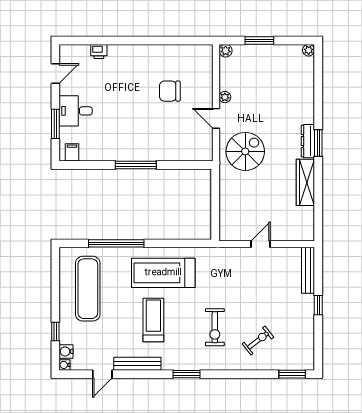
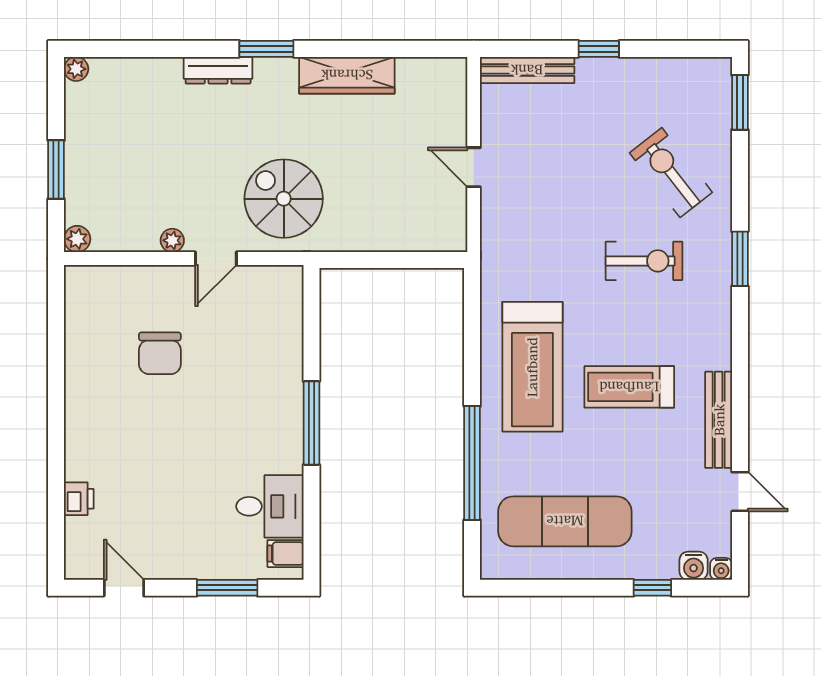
desk: (76, 111) -> (270, 506), moved, turned -90
dresser: (308, 141) -> (218, 70), moved
exercise bike: (258, 340) -> (671, 173), width x1.38, depth x1.39
window: (186, 374) -> (740, 259), moved

